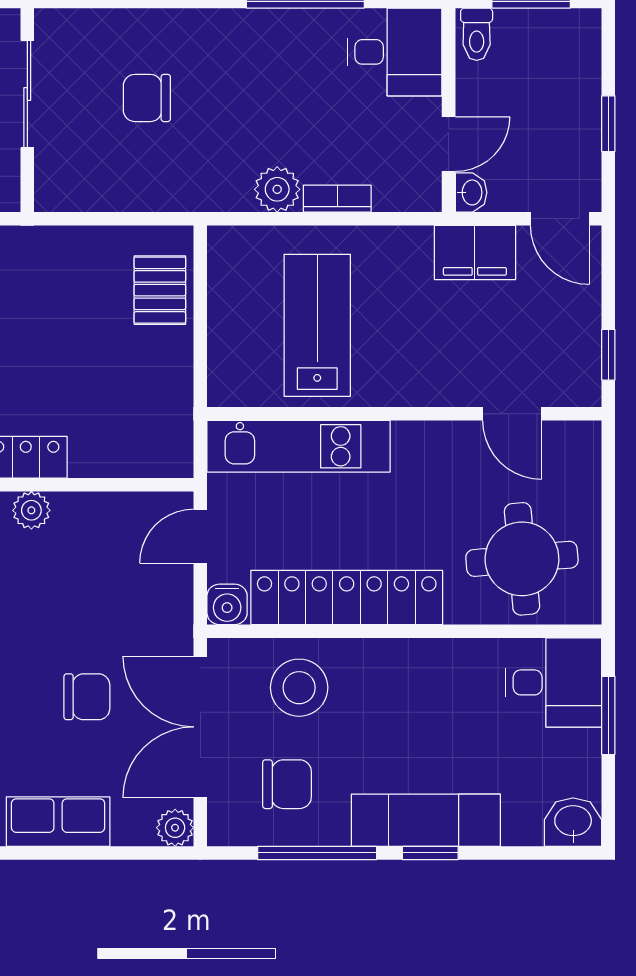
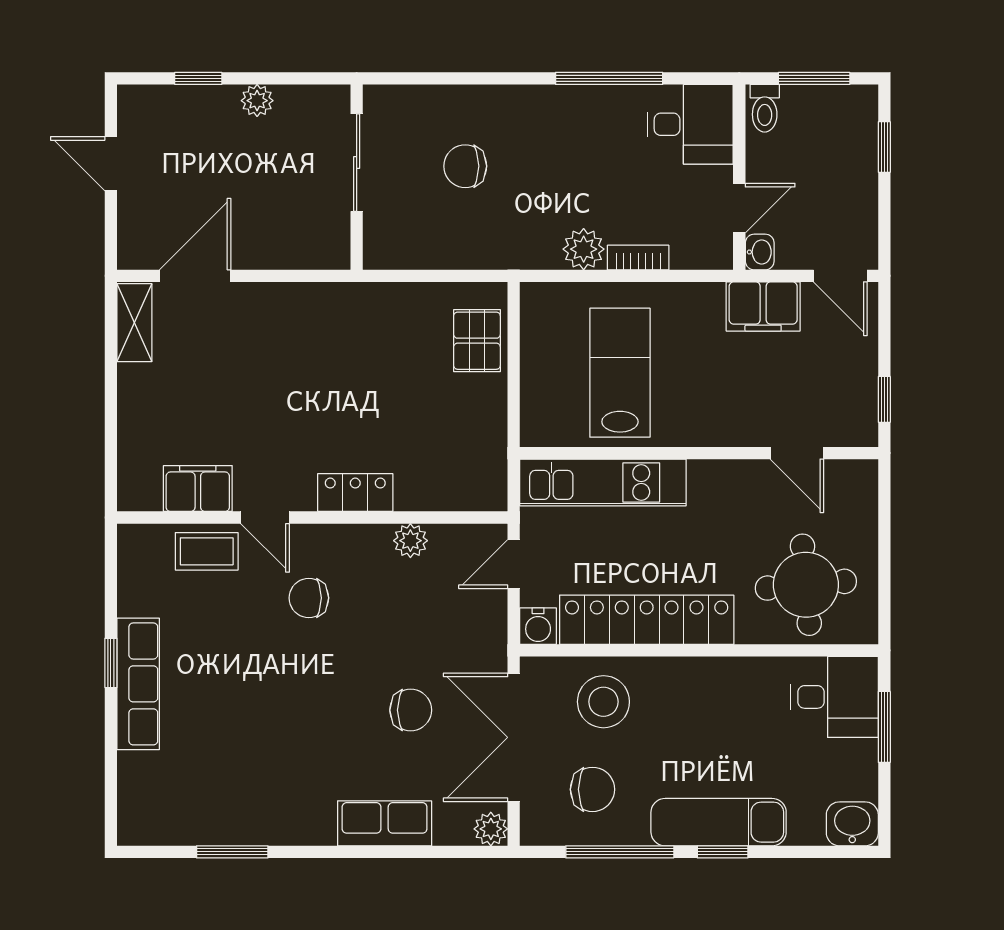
window: (608, 124) -> (884, 147), moved
plant: (31, 510) -> (410, 541), moved

